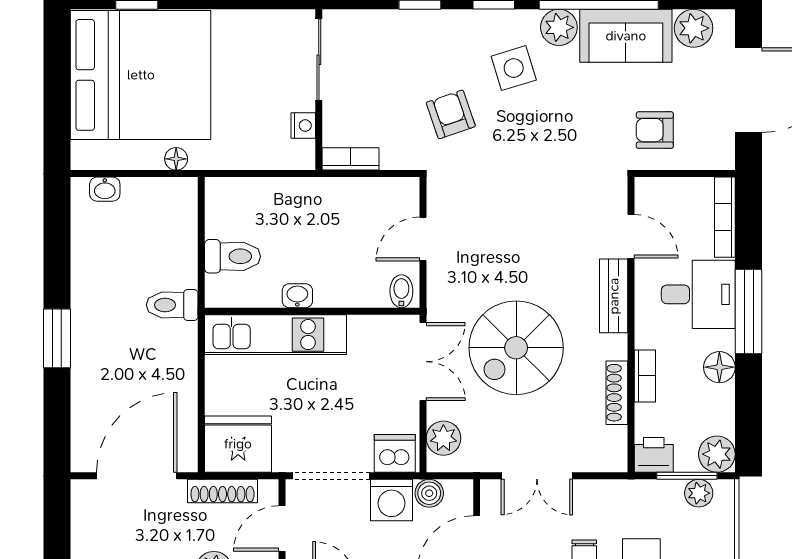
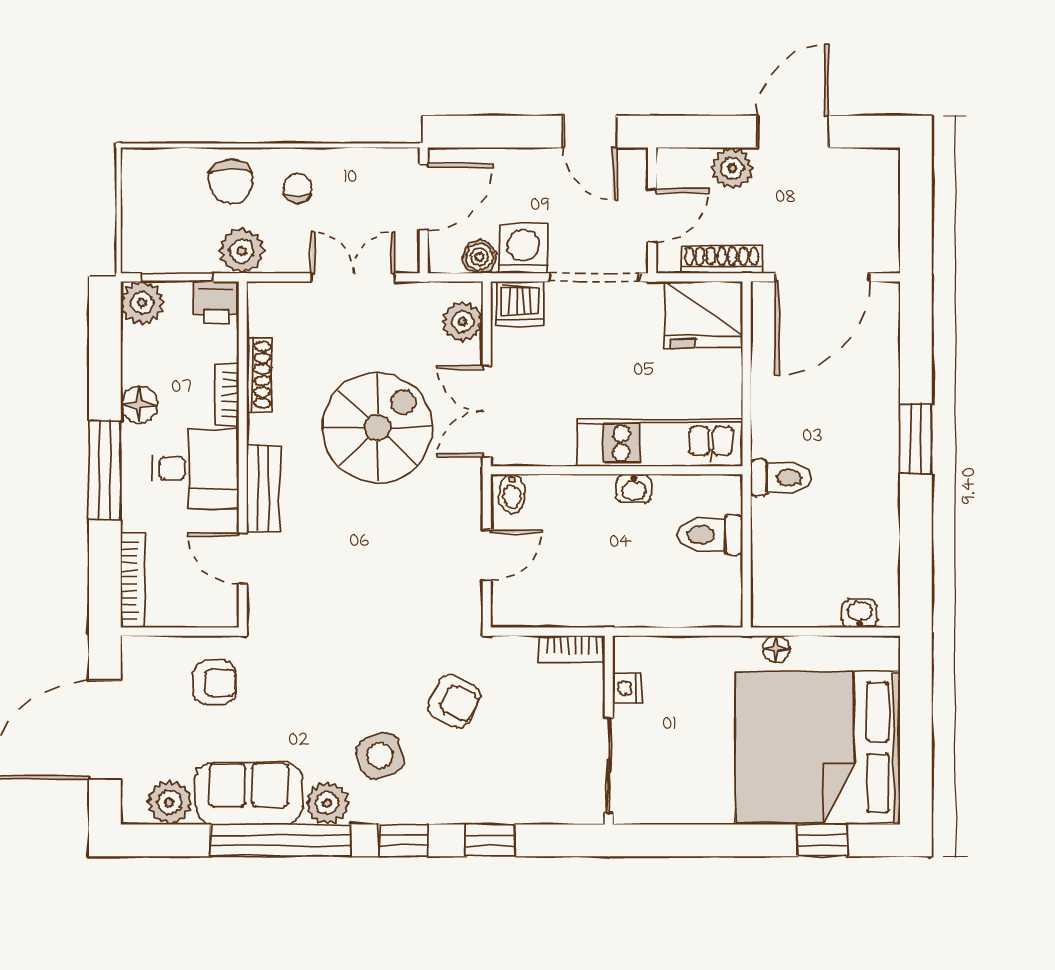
armchair: (451, 114) -> (454, 701), turned -46
desk: (698, 294) -> (196, 468), moved, turned 180
plant: (699, 493) -> (242, 251), moved, width x1.38, depth x1.38

